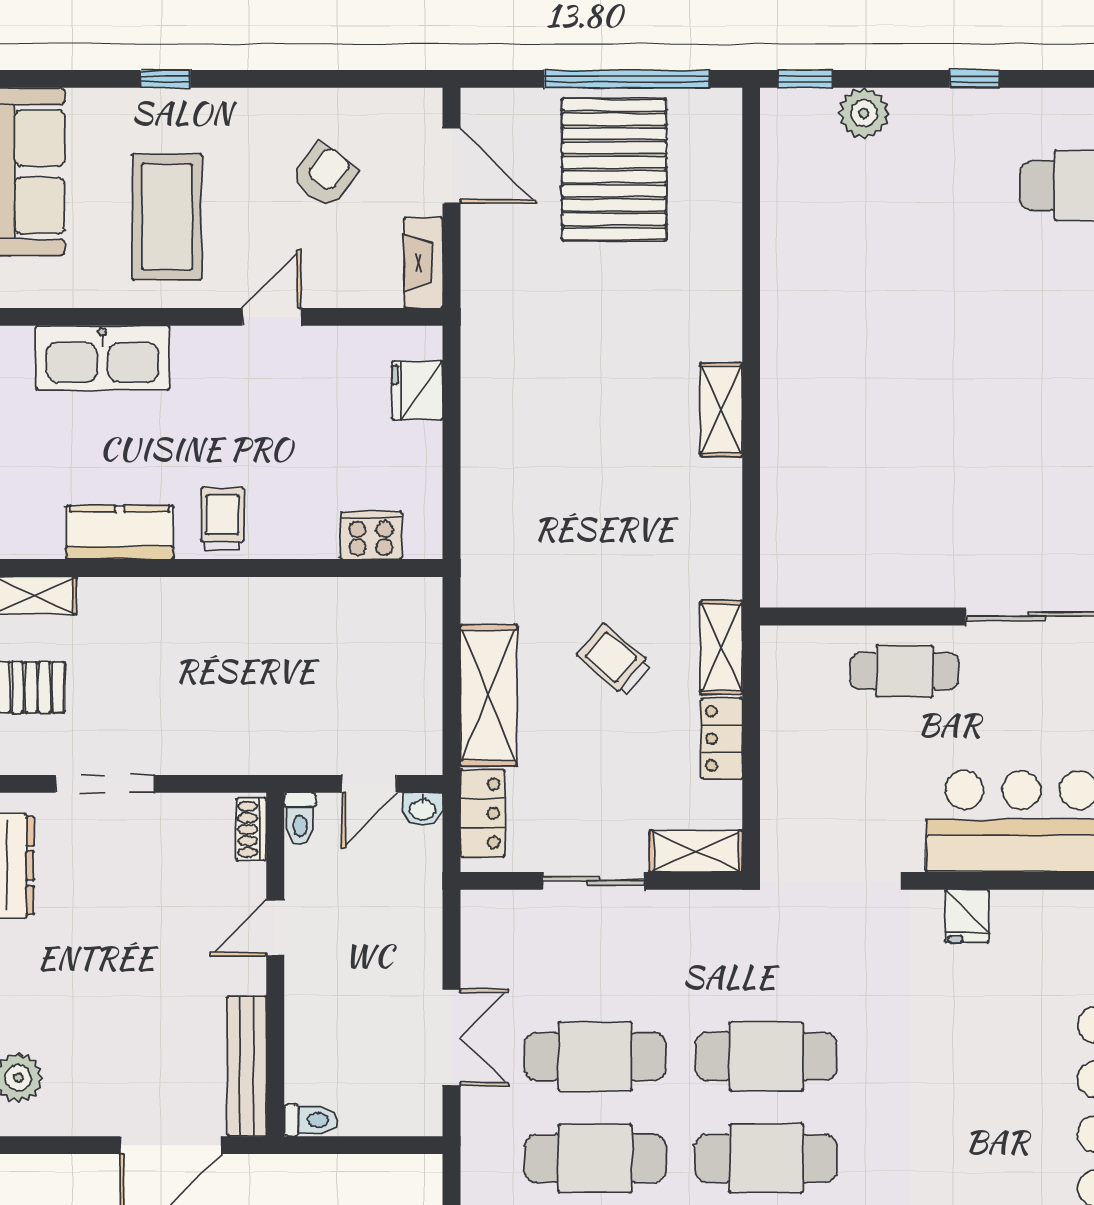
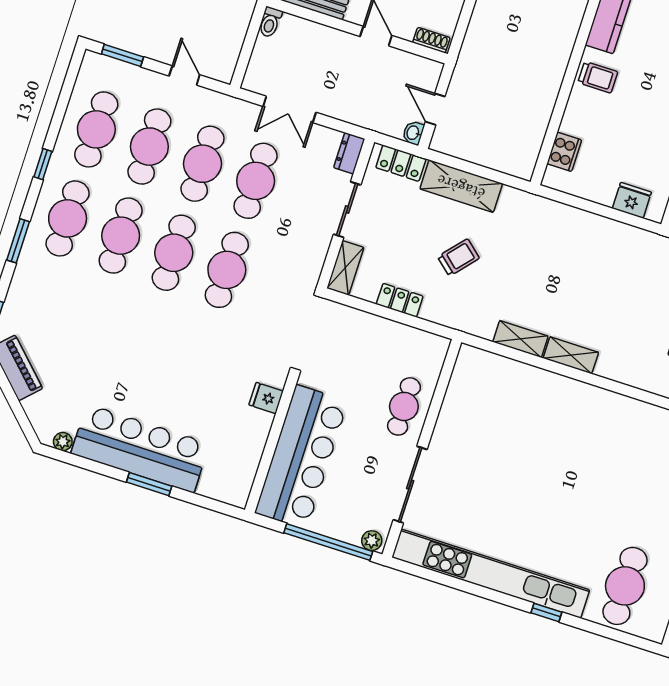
shelving: (721, 648) -> (520, 339), moved
toilet: (300, 819) -> (429, 67), removed
dresser: (494, 909) -> (349, 153), added

